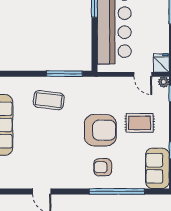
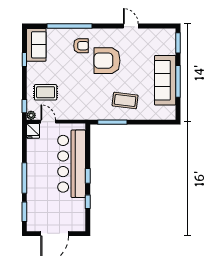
rug: (140, 123) -> (46, 92), moved
armchair: (100, 130) -> (107, 61), moved

